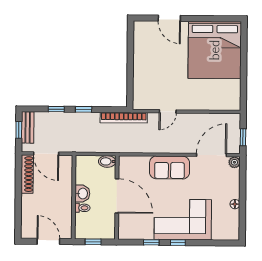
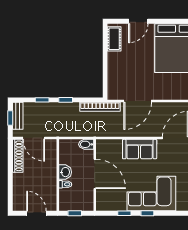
door: (169, 18) -> (138, 21), hinge flipped
cot: (141, 38) -> (114, 39), added
door: (168, 111) -> (138, 101), width x1.88

